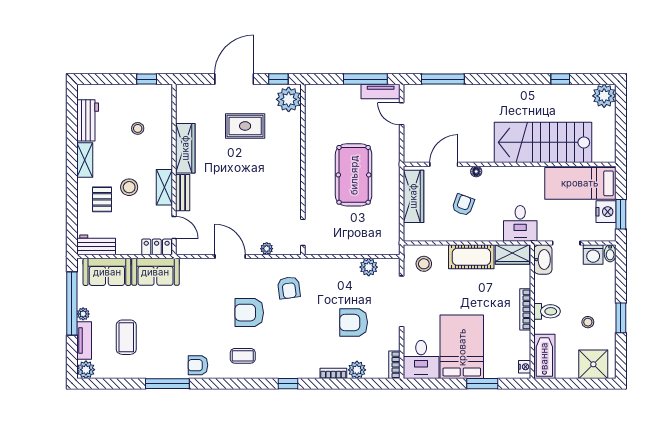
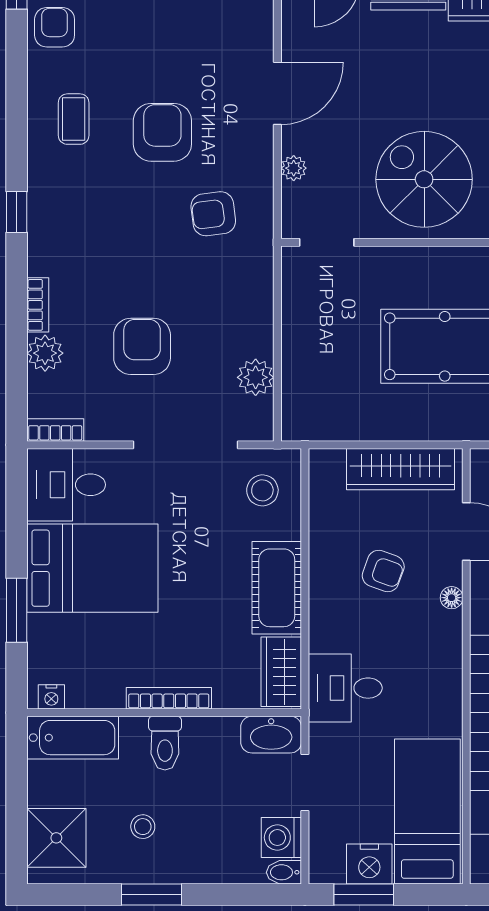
spiral stairs: (272, 185) -> (424, 179), added

